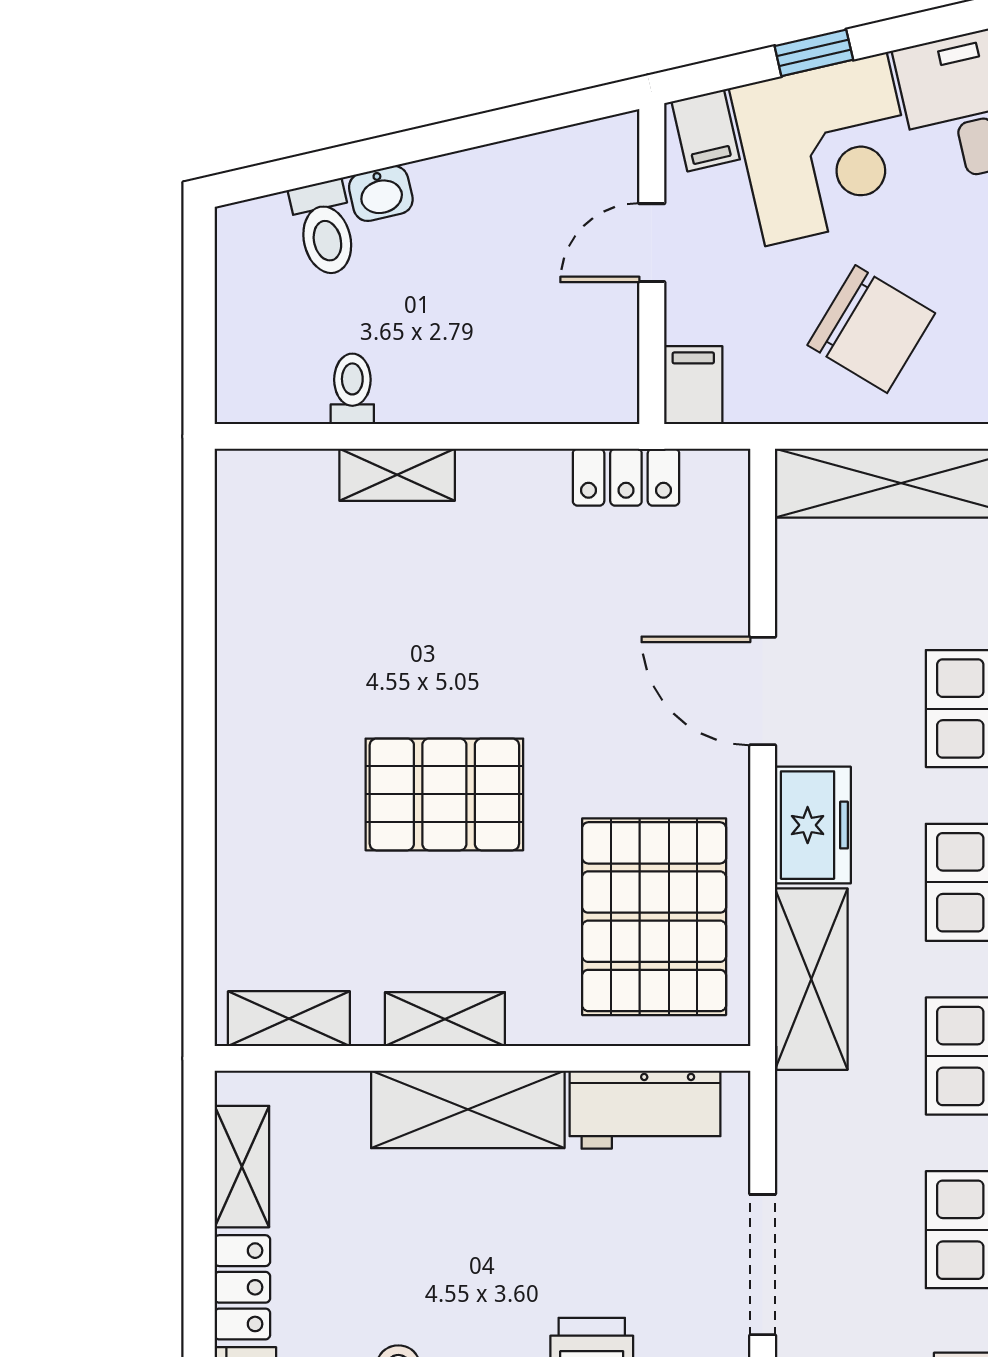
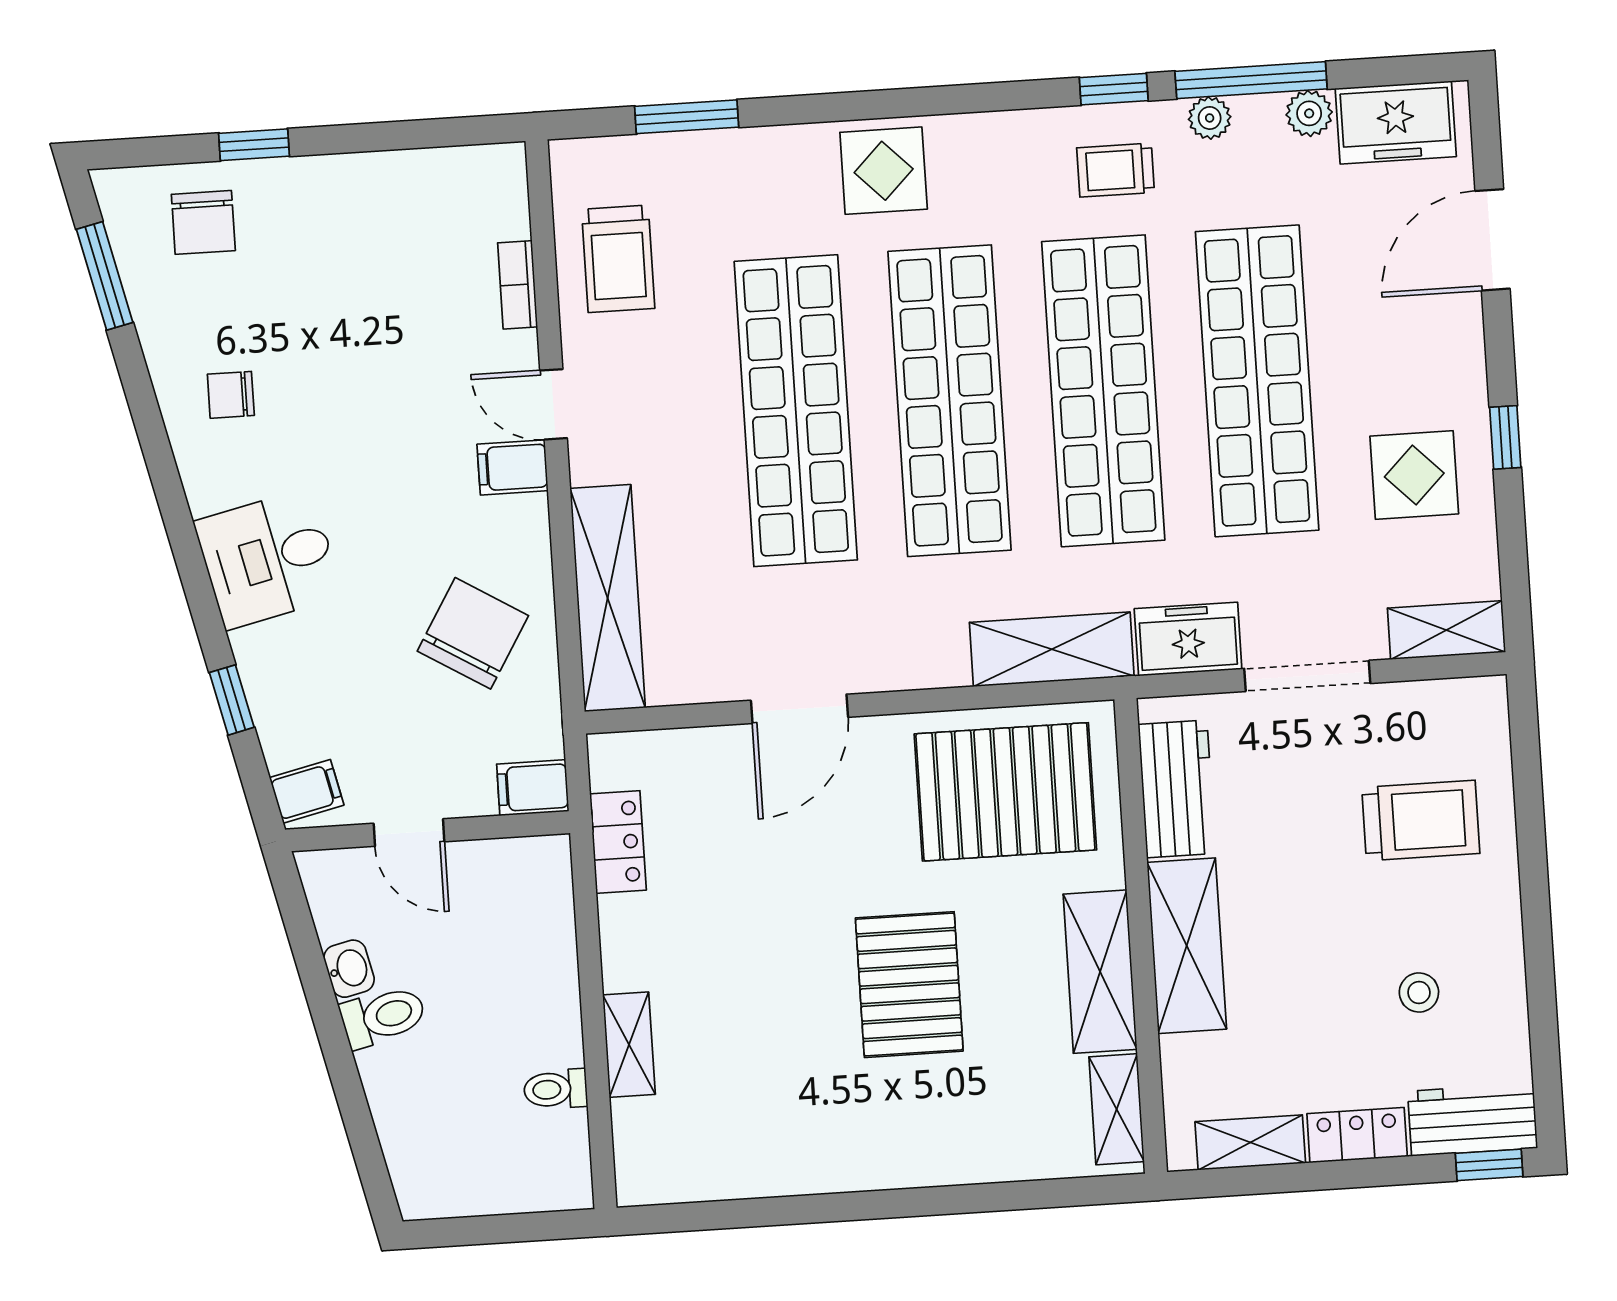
corner desk: (826, 149) -> (316, 684), removed
washbasin: (381, 193) -> (349, 969), moved
toilet: (325, 228) -> (383, 1016), moved
freezer: (813, 825) -> (1188, 639), moved
shelving: (445, 1019) -> (1100, 972), width x1.50, depth x1.33

